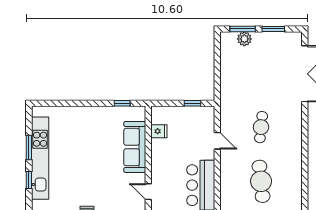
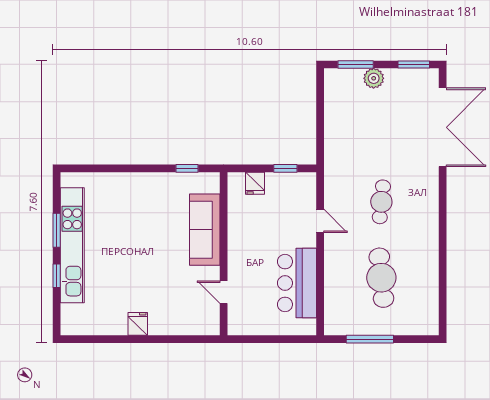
window: (273, 29) -> (414, 64), moved
plant: (244, 39) -> (374, 78), moved
fridge: (159, 131) -> (255, 183), moved, turned 90

